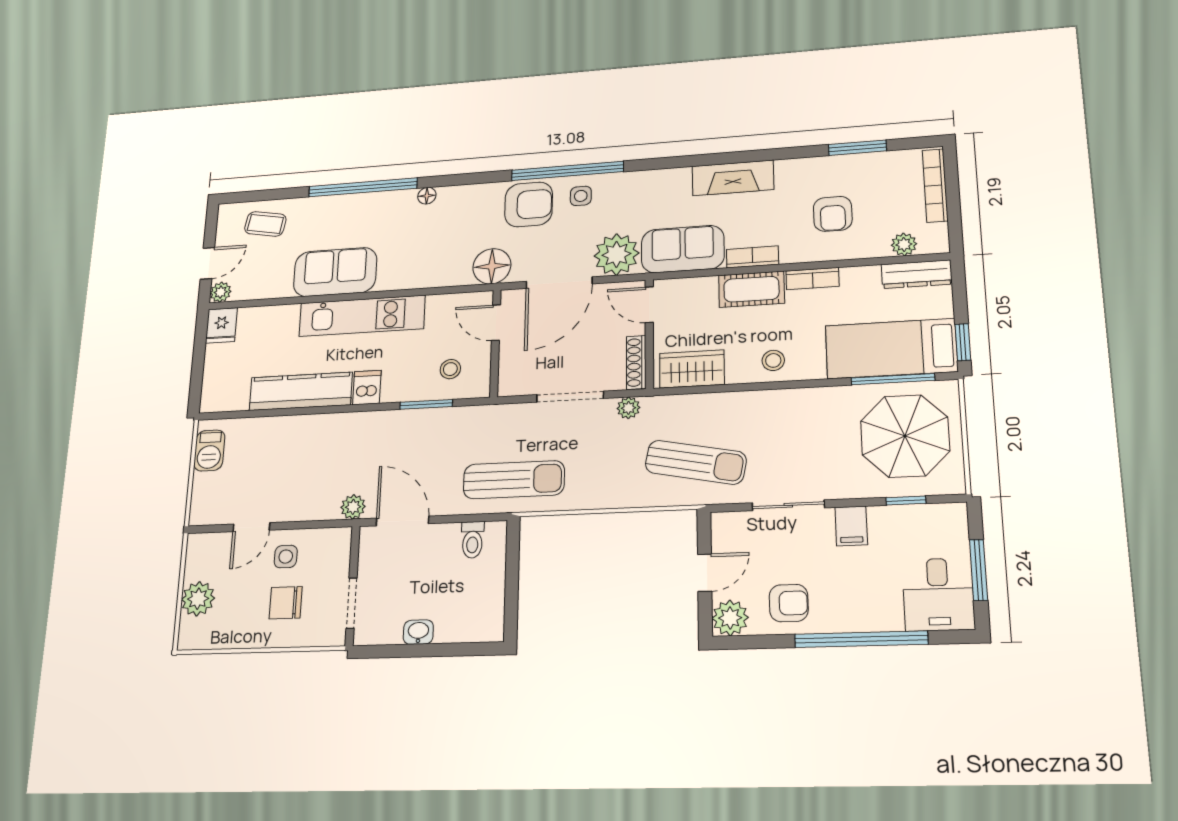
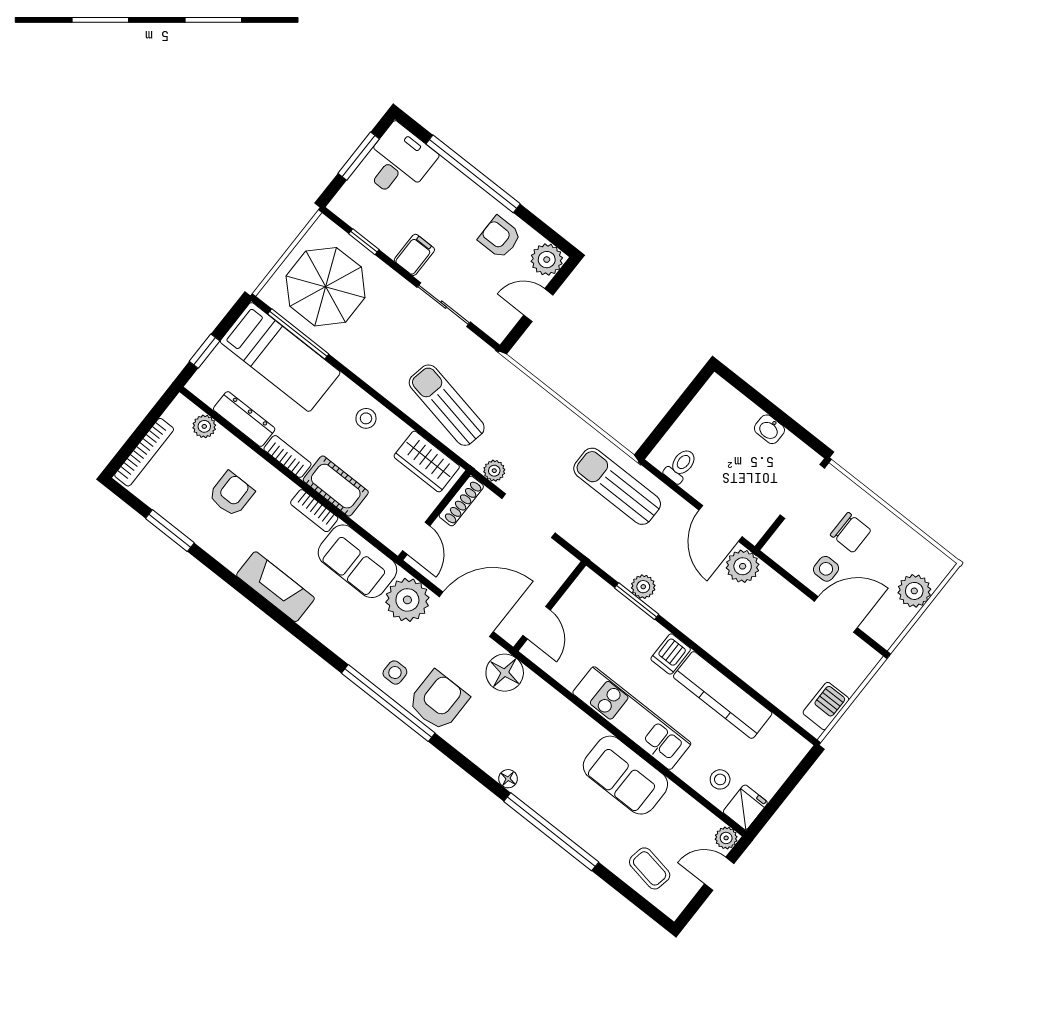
armchair: (529, 204) -> (438, 701), turned 90
dresser: (917, 274) -> (244, 419), moved
window: (963, 342) -> (205, 351), moved
stool: (450, 369) -> (720, 779), moved
plant: (429, 420) -> (643, 587), added
sun lounger: (696, 462) -> (447, 405), moved
plant: (353, 507) -> (743, 566), width x1.38, depth x1.38
door: (251, 527) -> (836, 614), width x1.37
doorway: (352, 603) -> (802, 491), width x1.38

